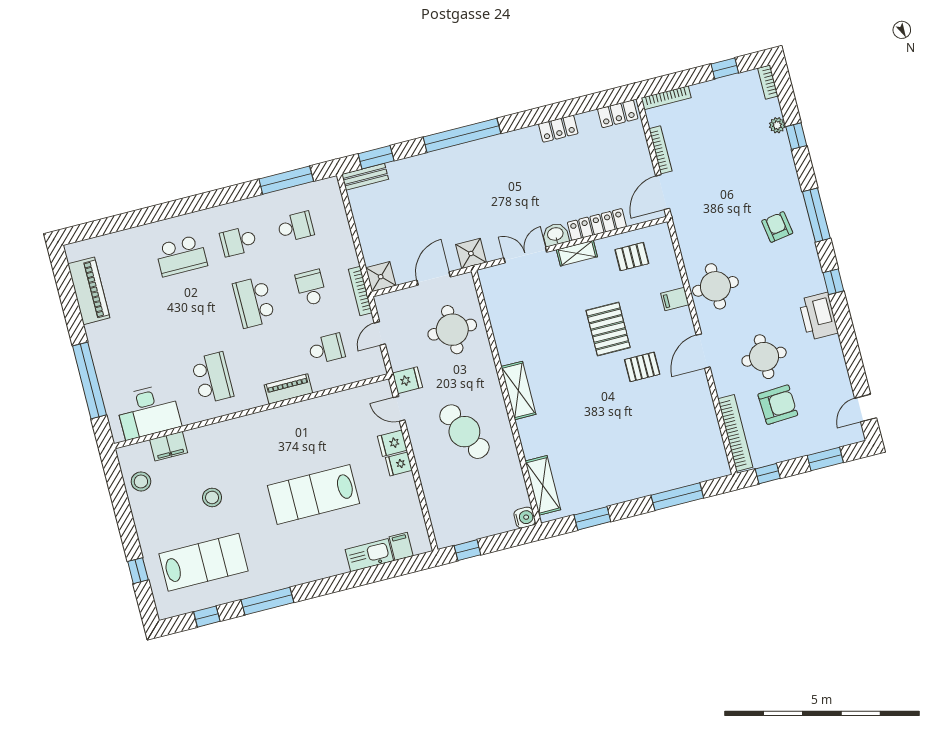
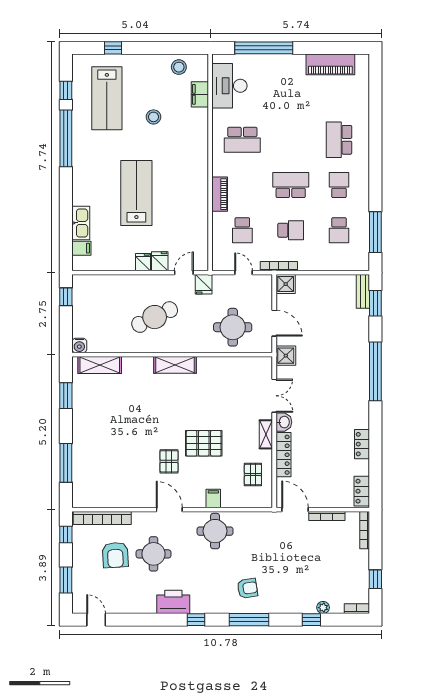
window: (267, 601) -> (66, 138), width x1.46

